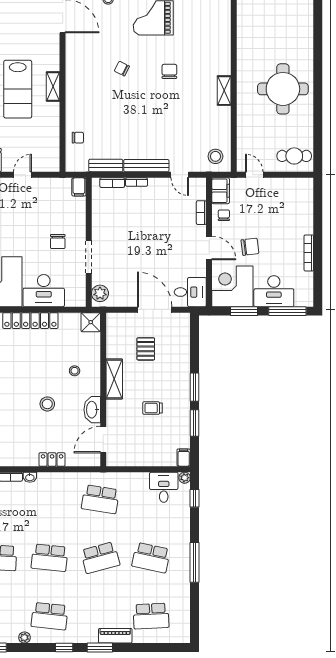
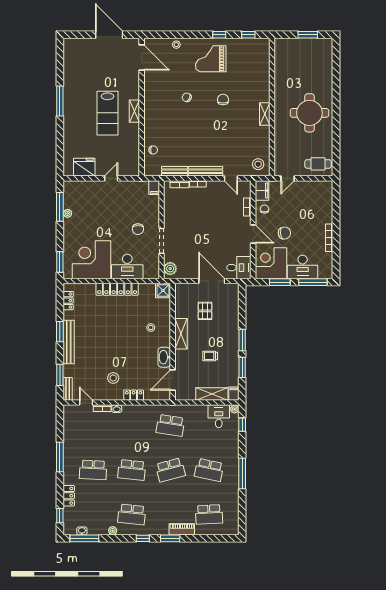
door: (254, 175) -> (288, 178), swing flipped
stool: (47, 404) -> (113, 378), moved
shelving: (155, 458) -> (212, 394), added

